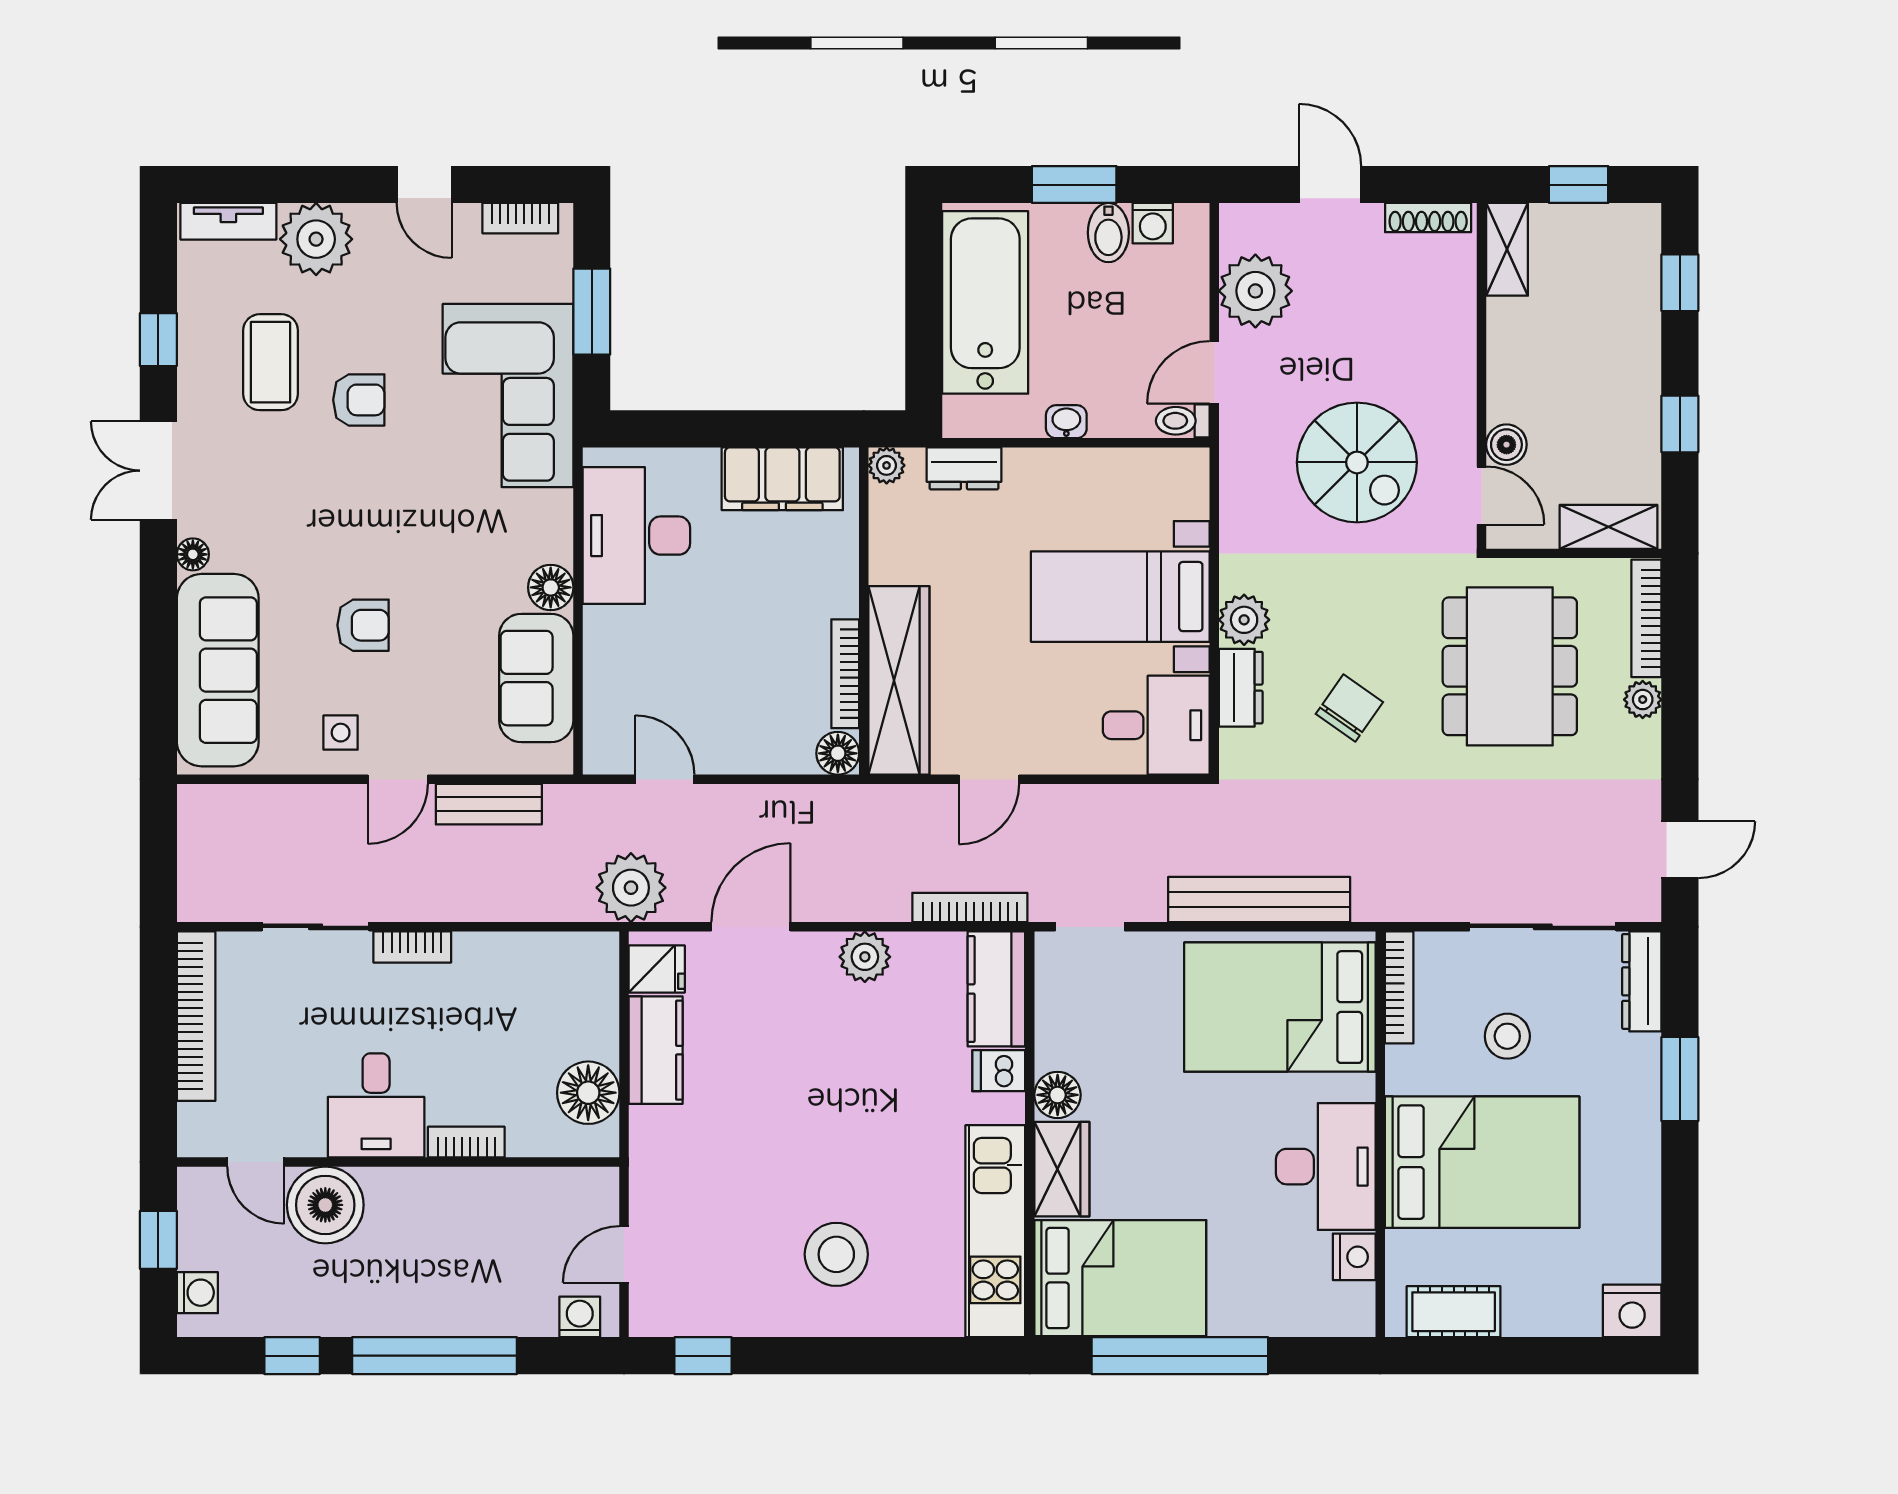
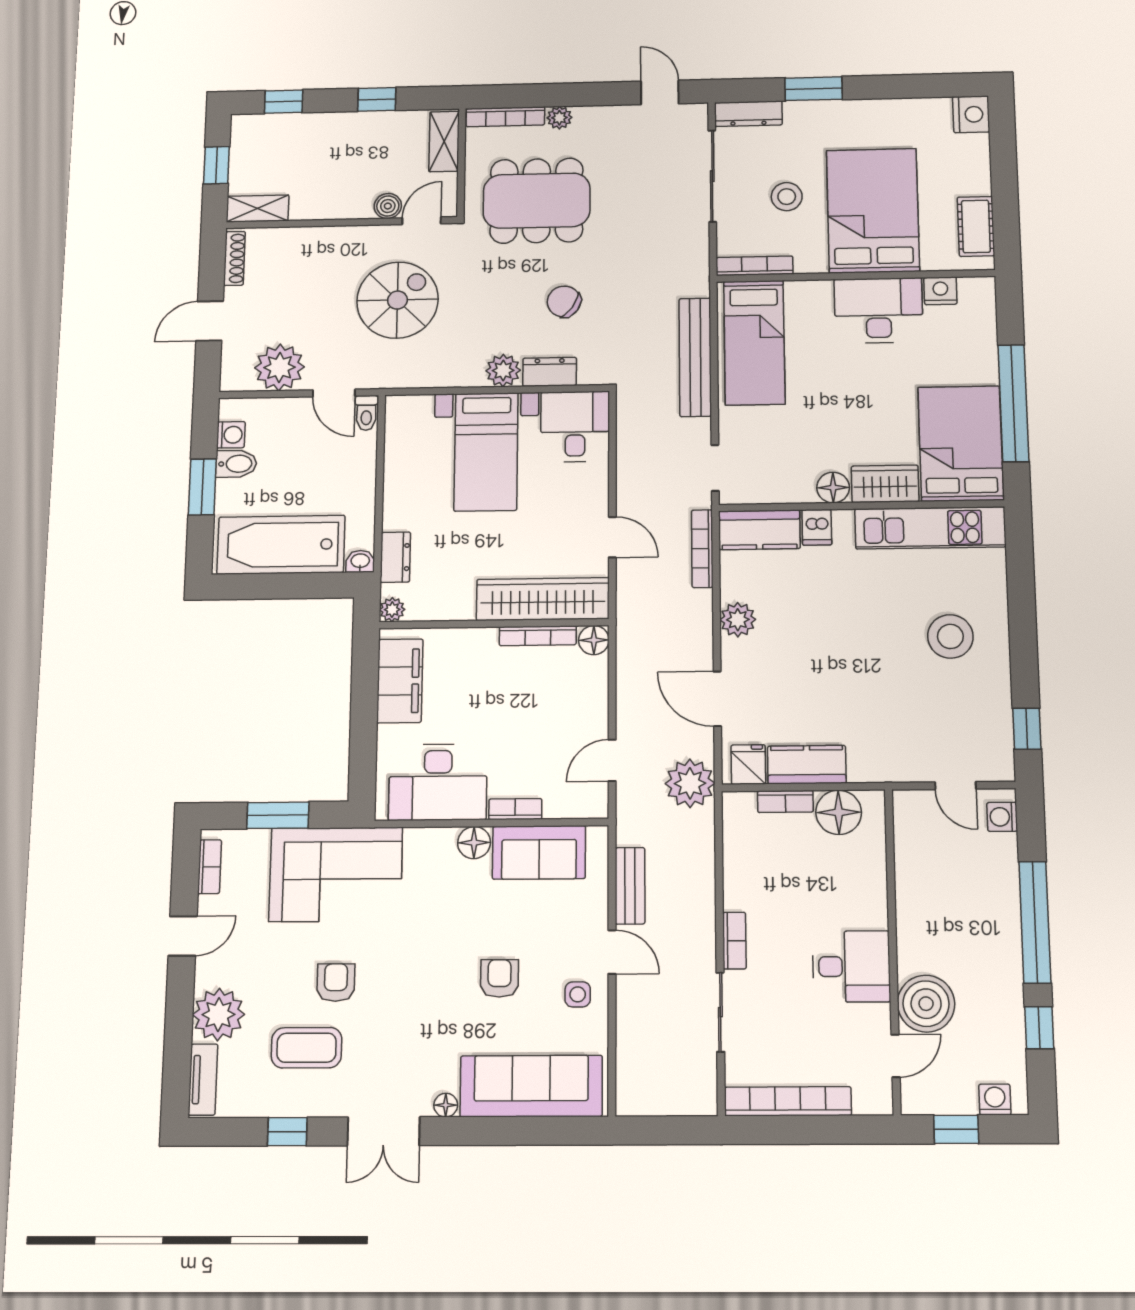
washbasin: (1066, 422) -> (360, 561), moved, turned 90
bookcase: (597, 644) -> (515, 809), added
bed: (1280, 1007) -> (754, 342), width x0.67
bookcase: (466, 1142) -> (785, 801), moved, turned -90

